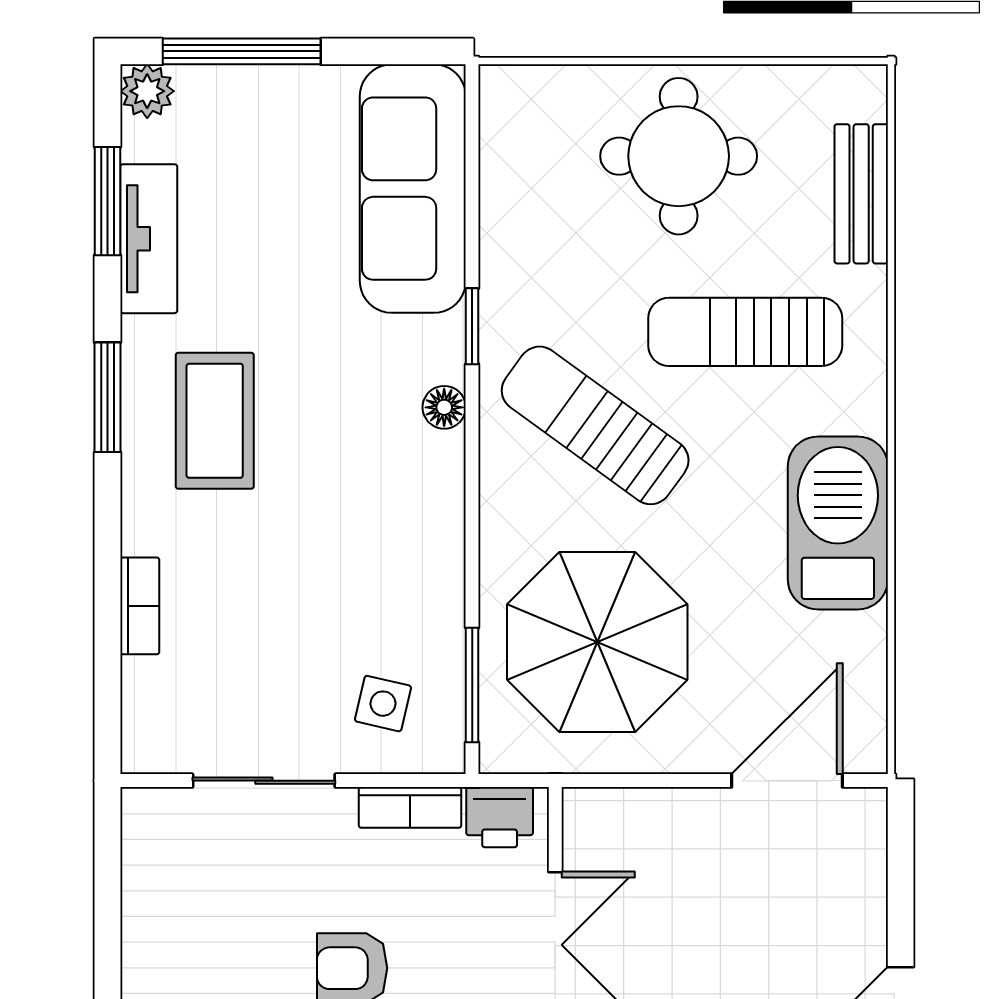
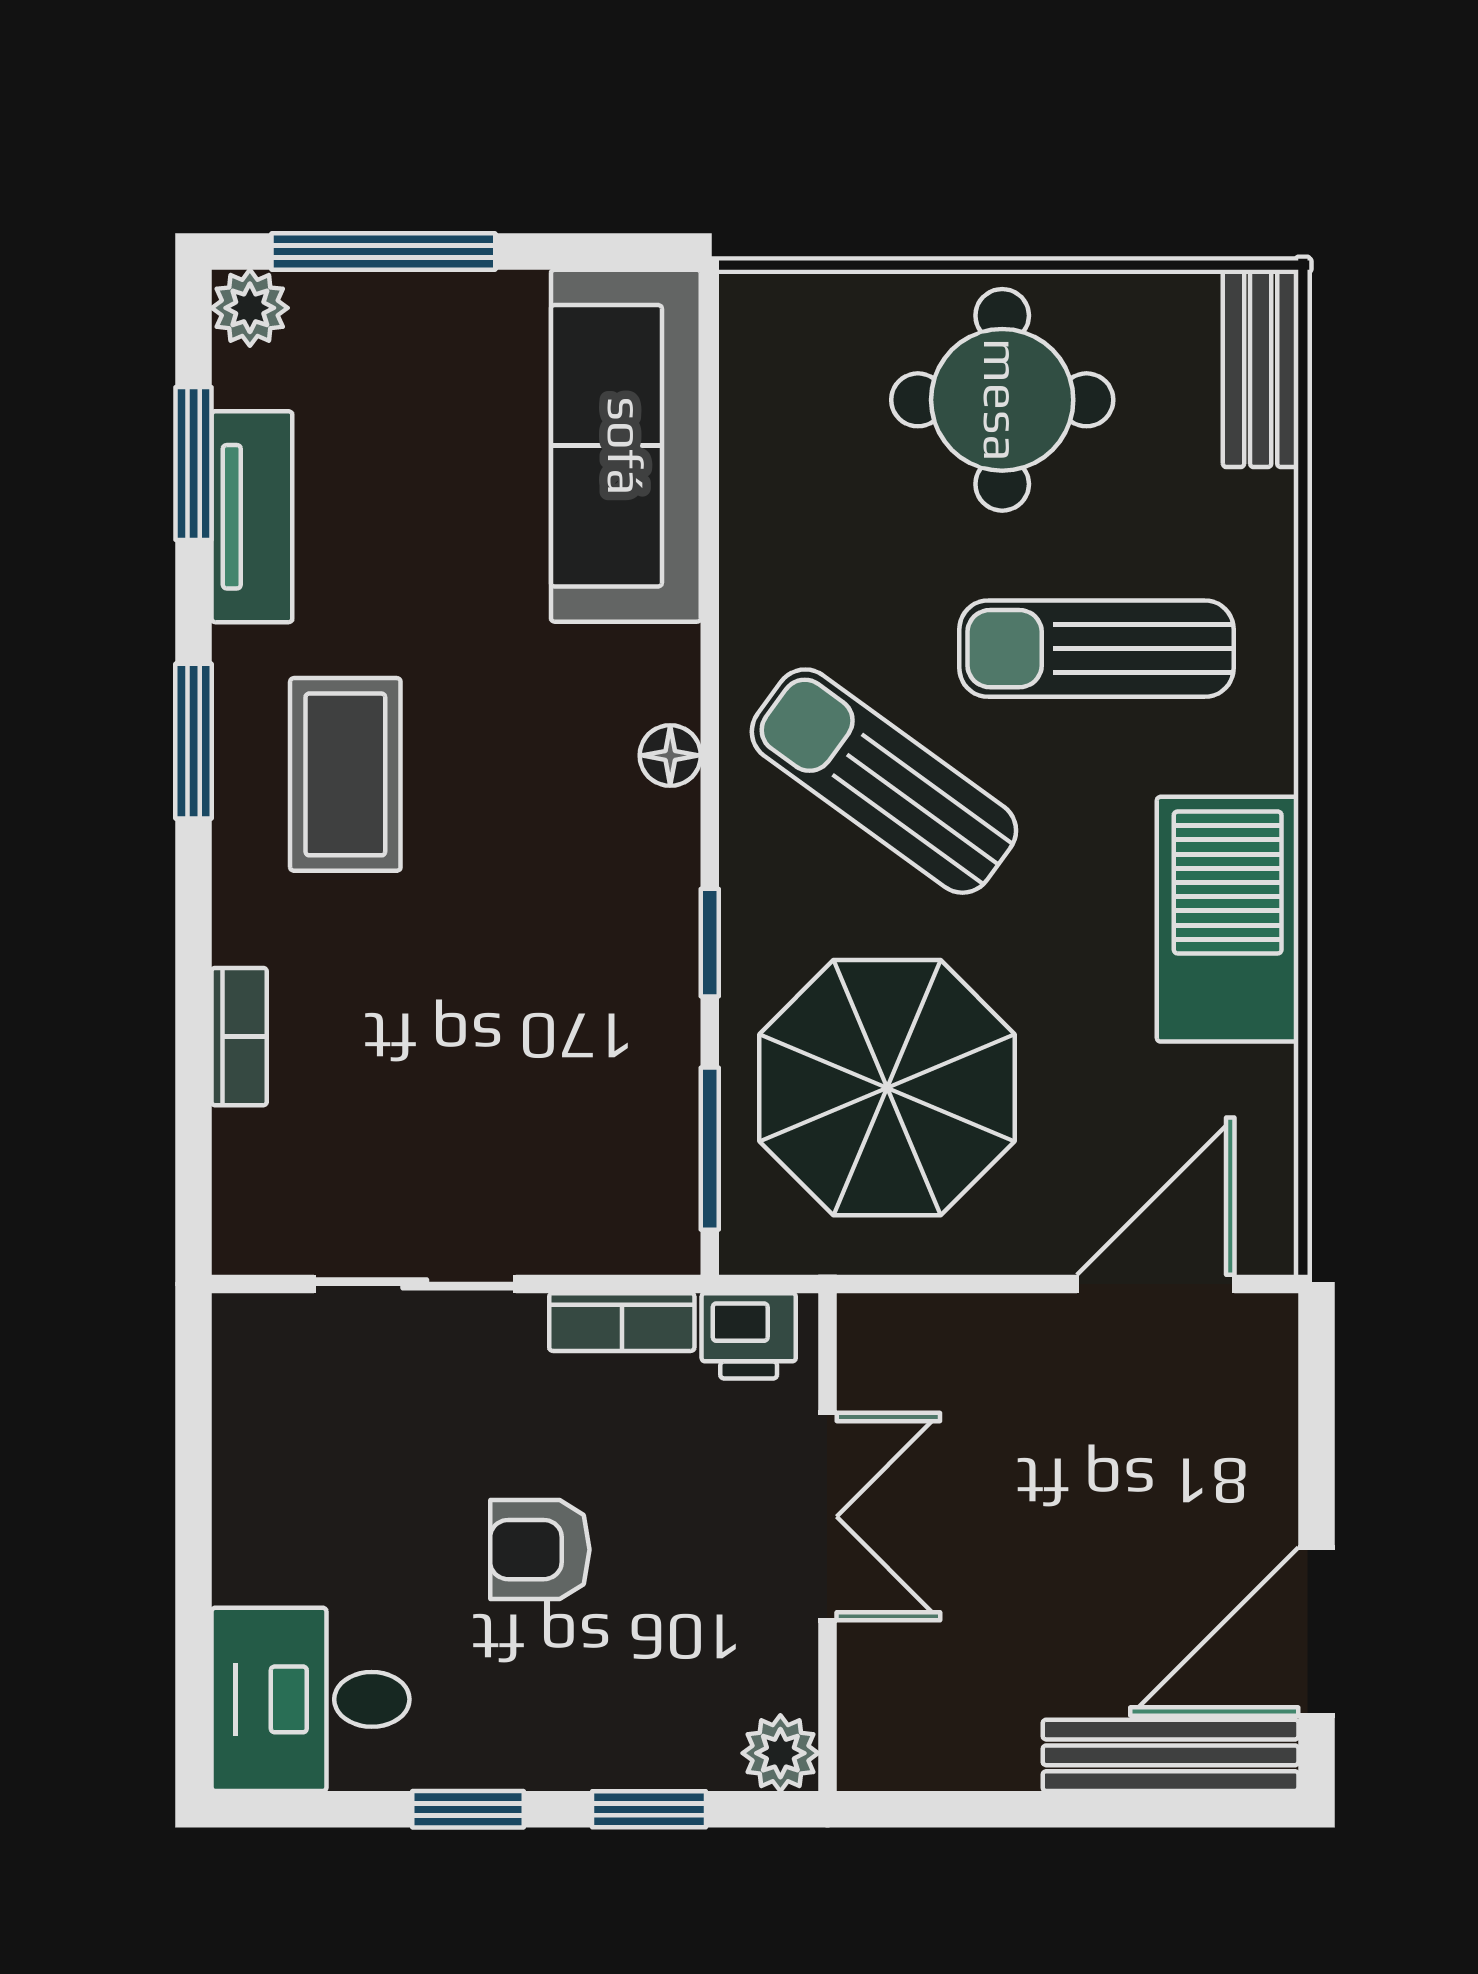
bench: (861, 194) -> (1261, 368), moved
window: (472, 326) -> (710, 943), moved
side table: (383, 704) -> (584, 1175), removed

